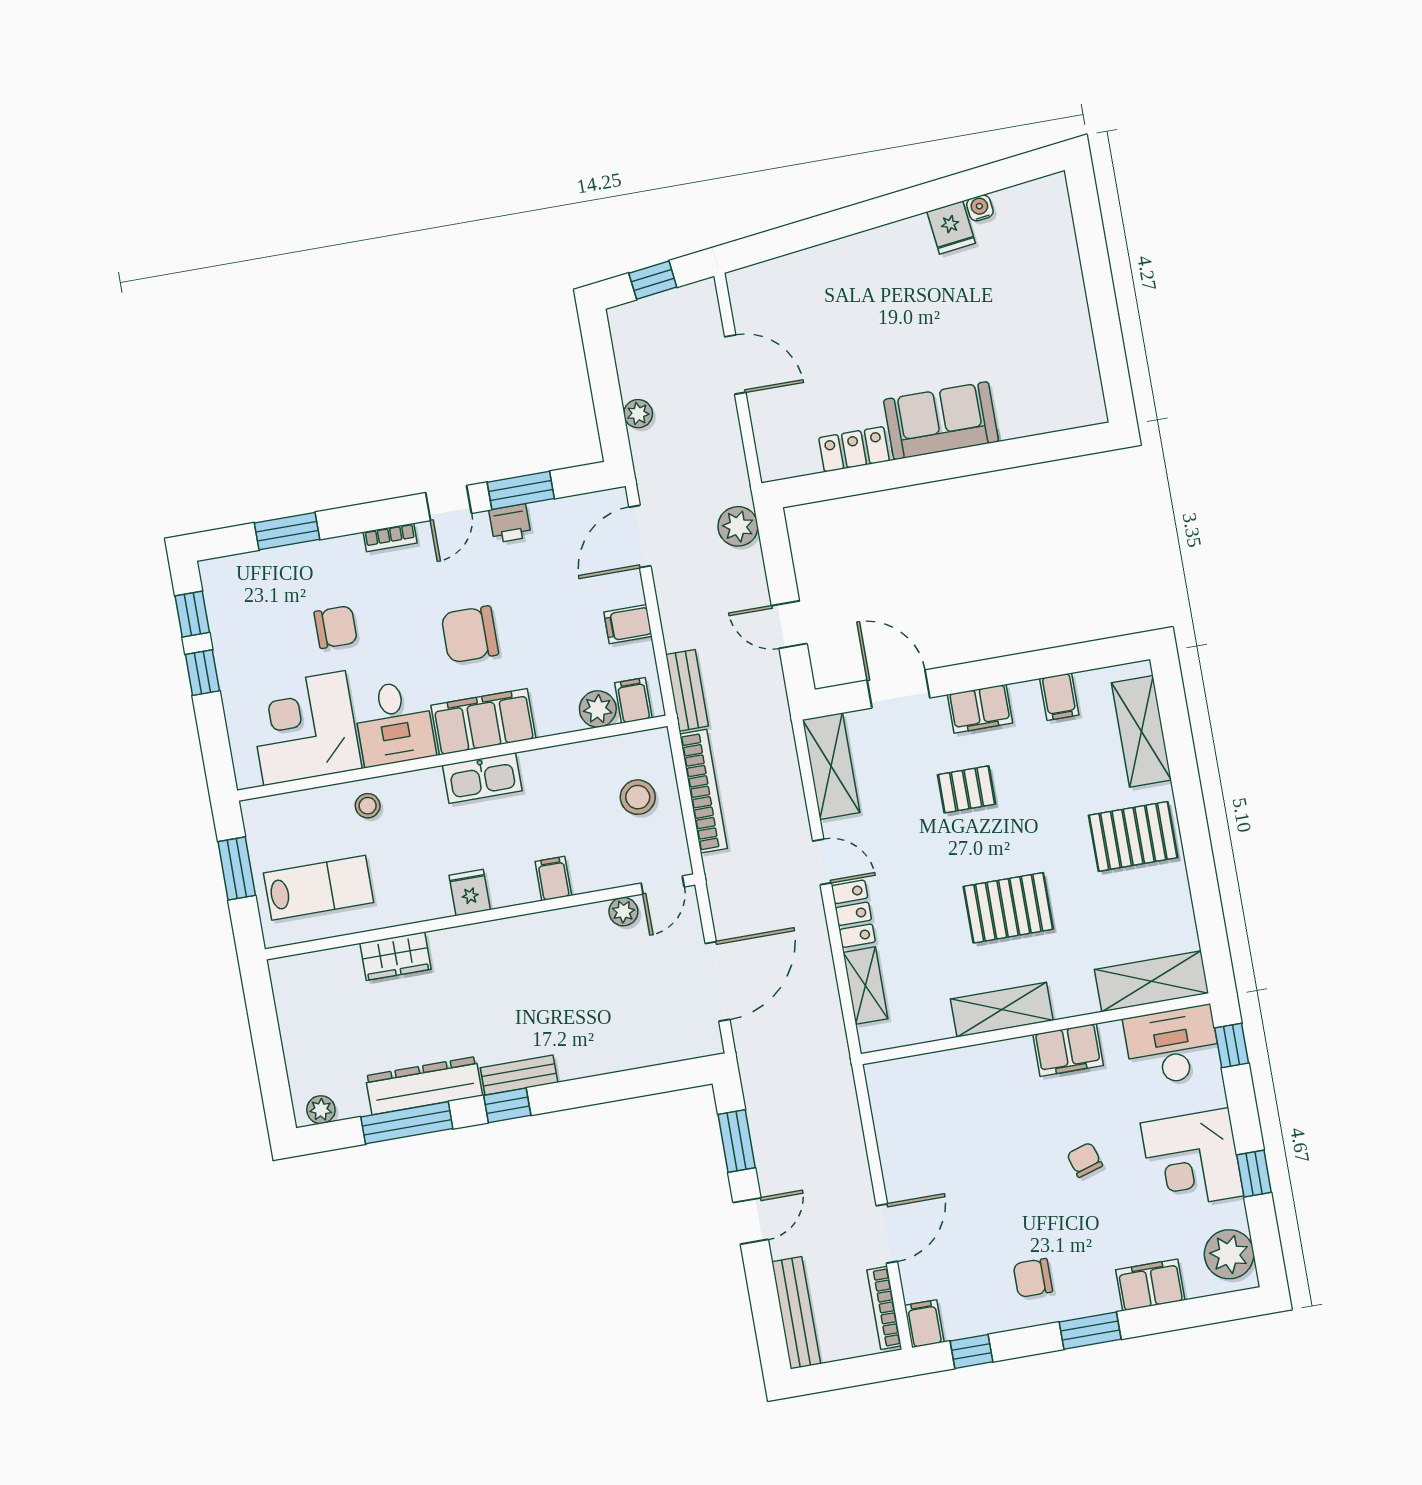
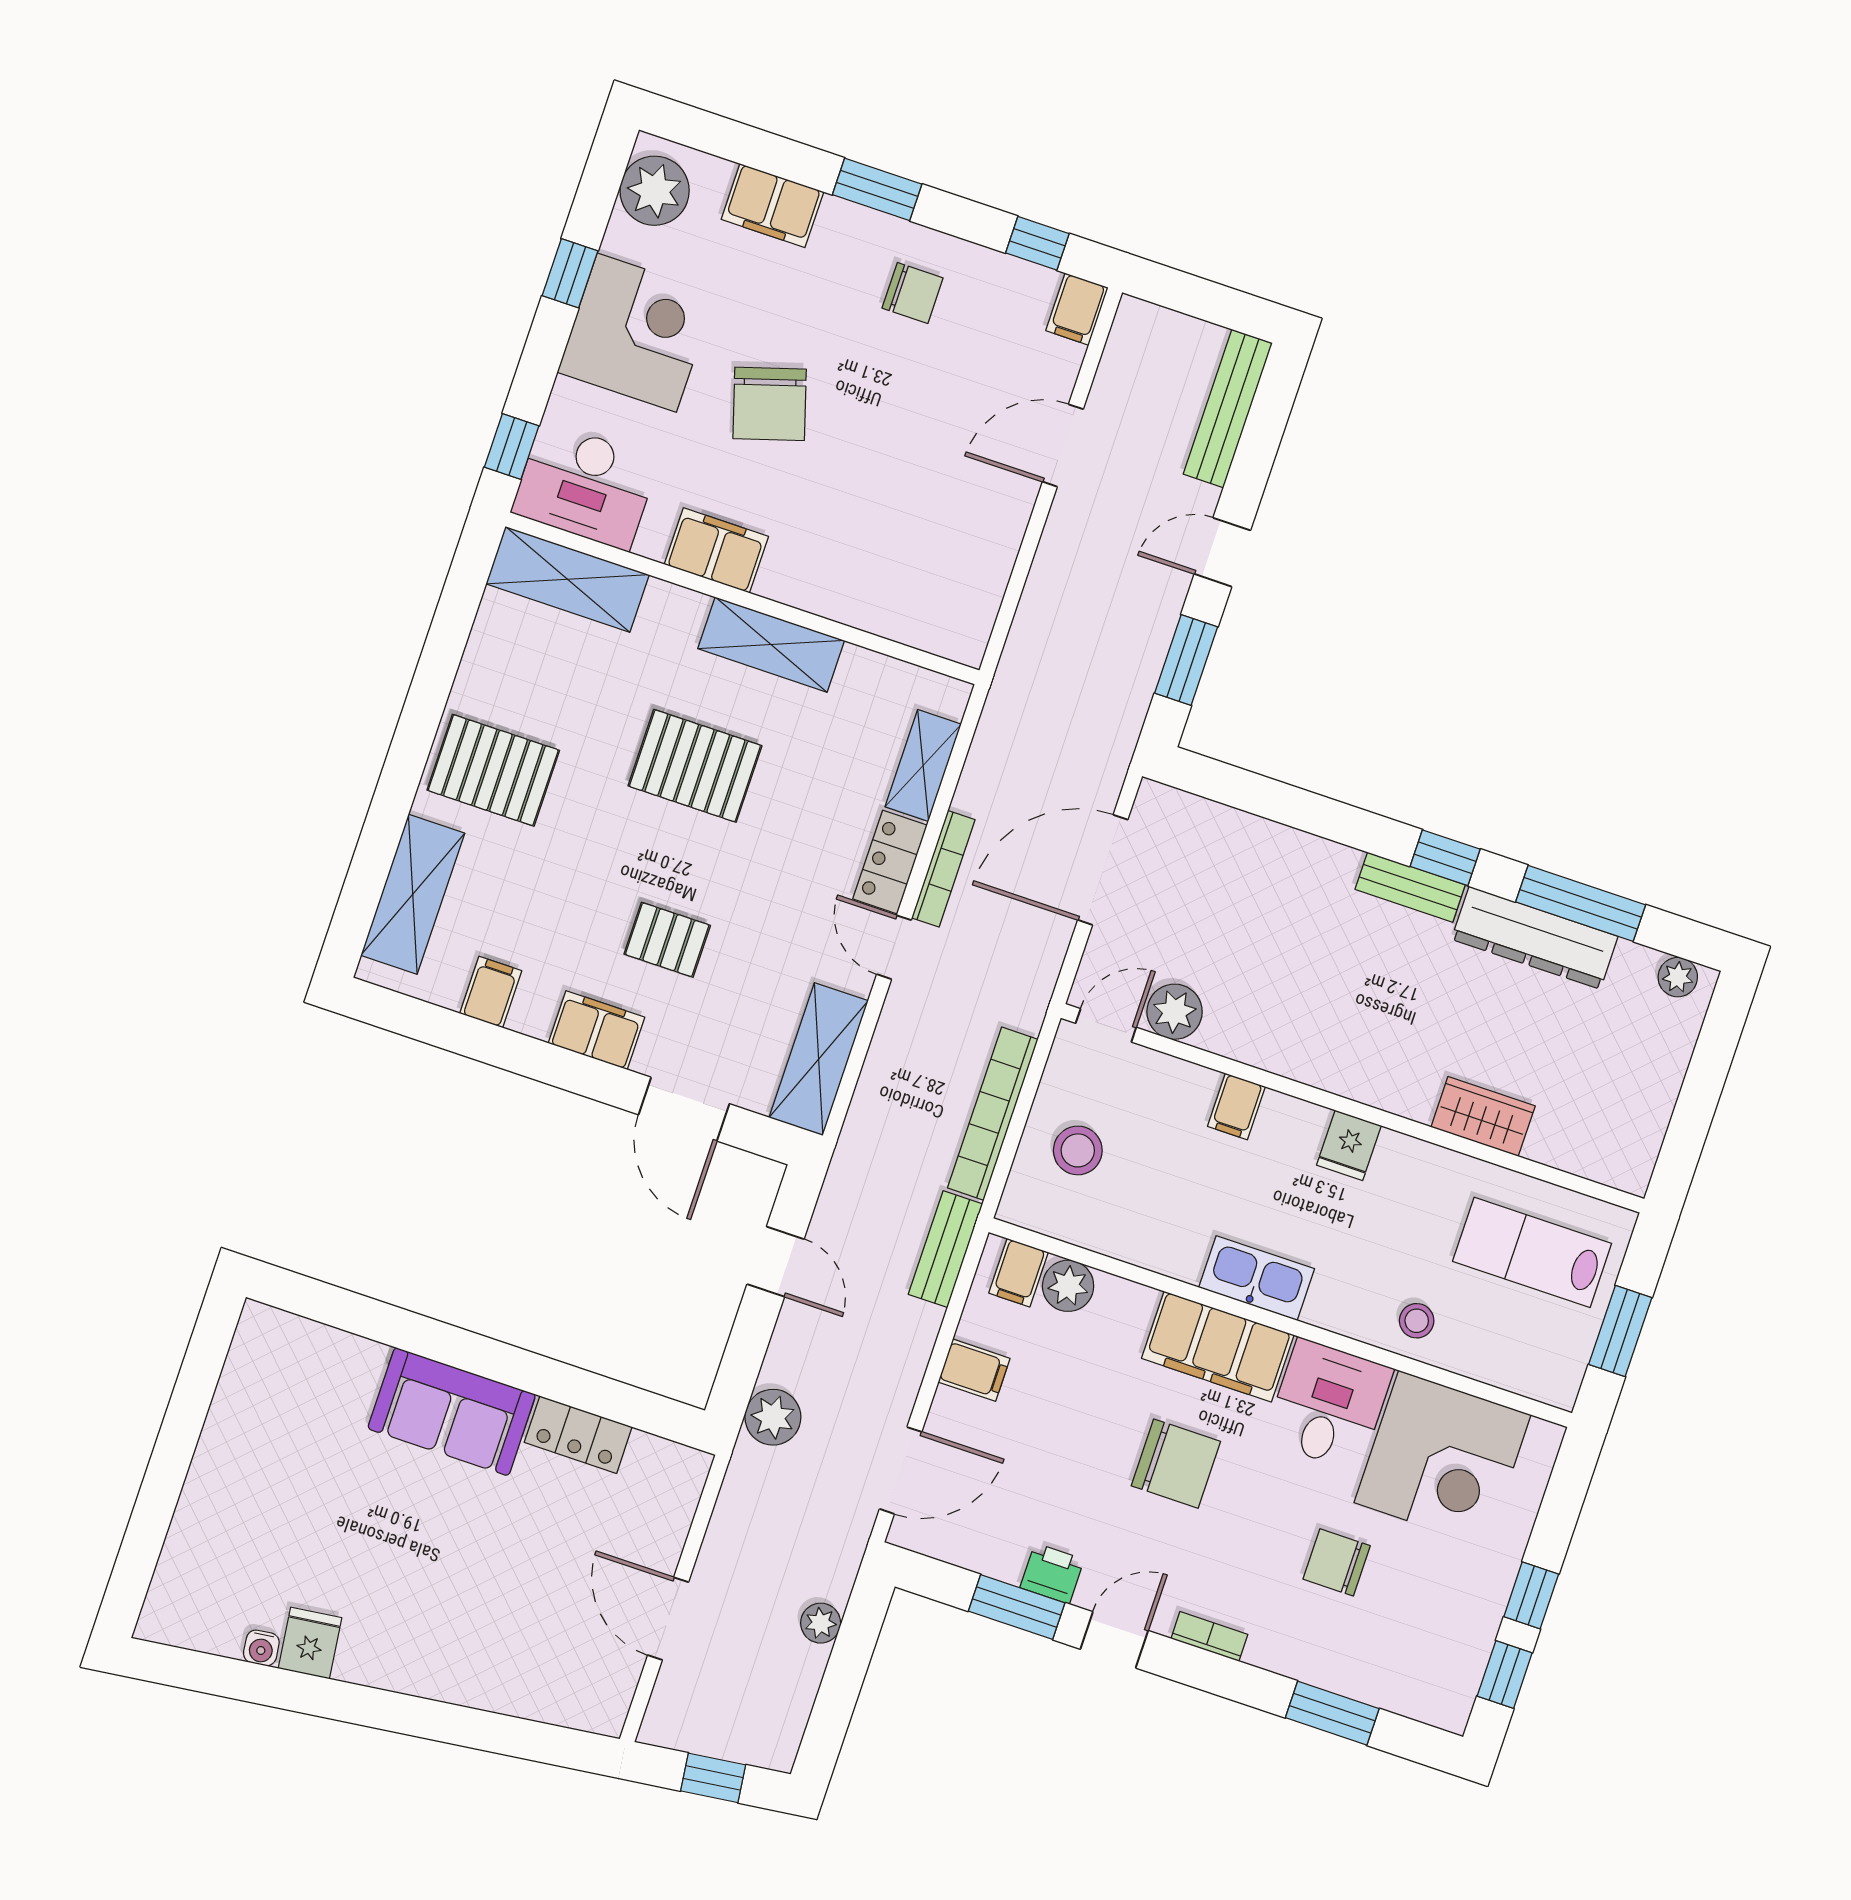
plant: (623, 912) -> (1175, 1012), width x1.38, depth x1.38
chair: (1085, 1160) -> (770, 404), width x1.87, depth x1.87
bookcase: (884, 1308) -> (943, 869), moved

